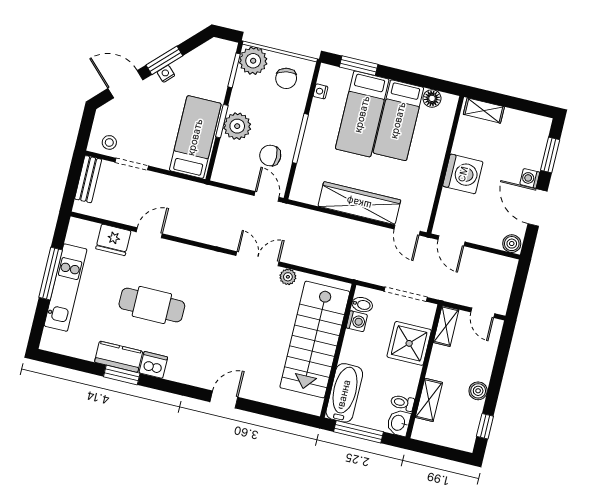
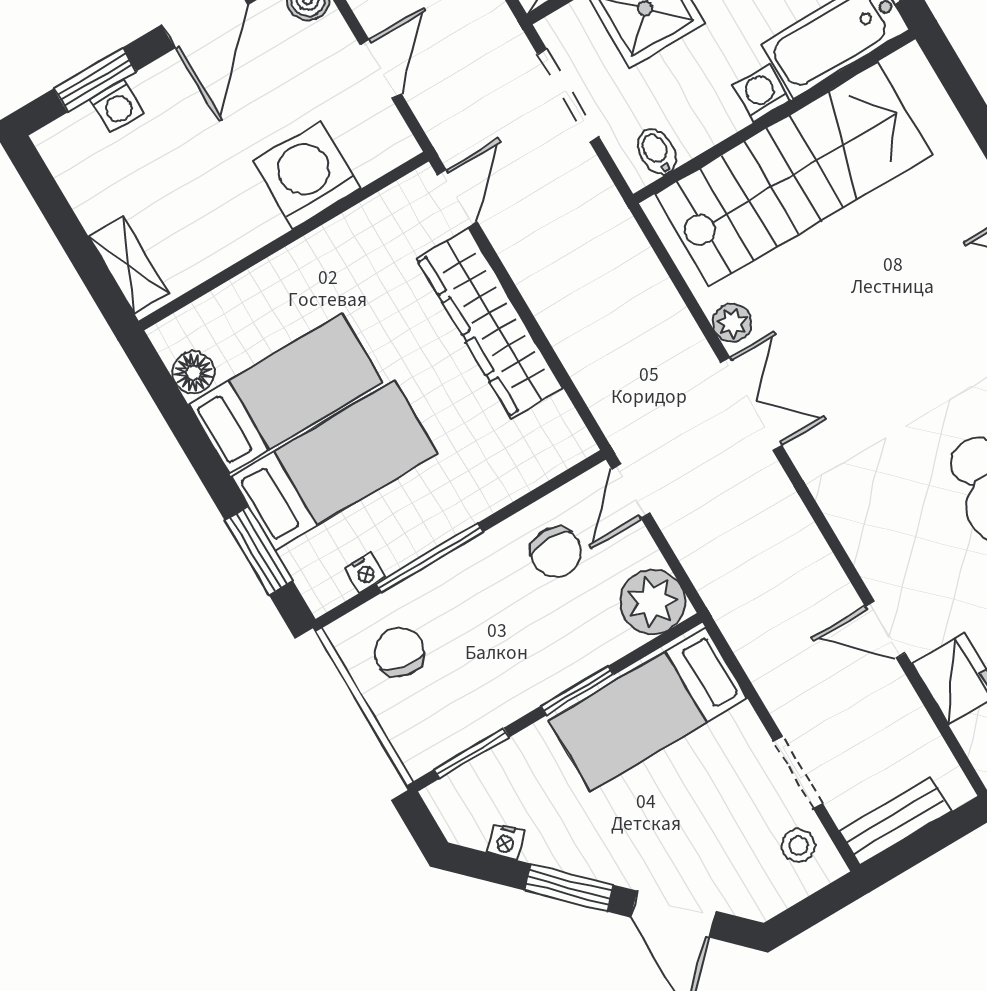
plant: (253, 61) -> (424, 737), removed
nightstand: (166, 74) -> (505, 842), moved
chair: (286, 78) -> (399, 652), turned -68
plant: (237, 126) -> (653, 602), moved
window: (300, 138) -> (429, 558), moved
washing machine: (463, 174) -> (307, 175), moved
washing machine: (530, 178) -> (117, 106), moved
door: (451, 241) -> (381, 69), moved
double door: (257, 259) -> (751, 404), swing flipped
washing machine: (357, 321) -> (761, 93), moved

